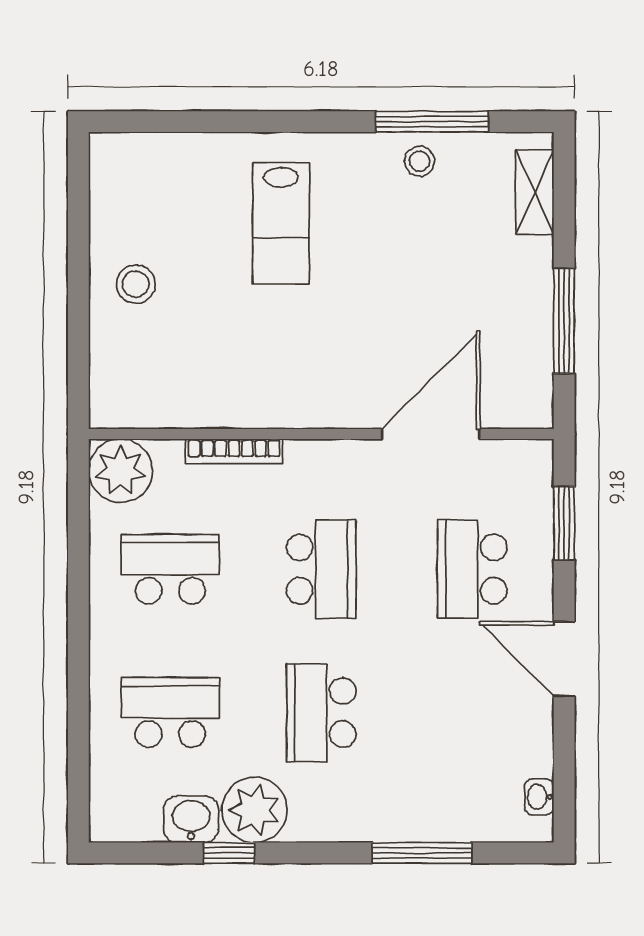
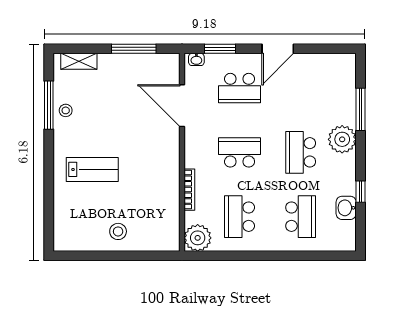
school desk: (170, 713) -> (301, 217), turned 180
school desk: (321, 713) -> (301, 152), turned 90
washbasin: (539, 797) -> (196, 59), moved
plant: (255, 810) -> (342, 139), moved

